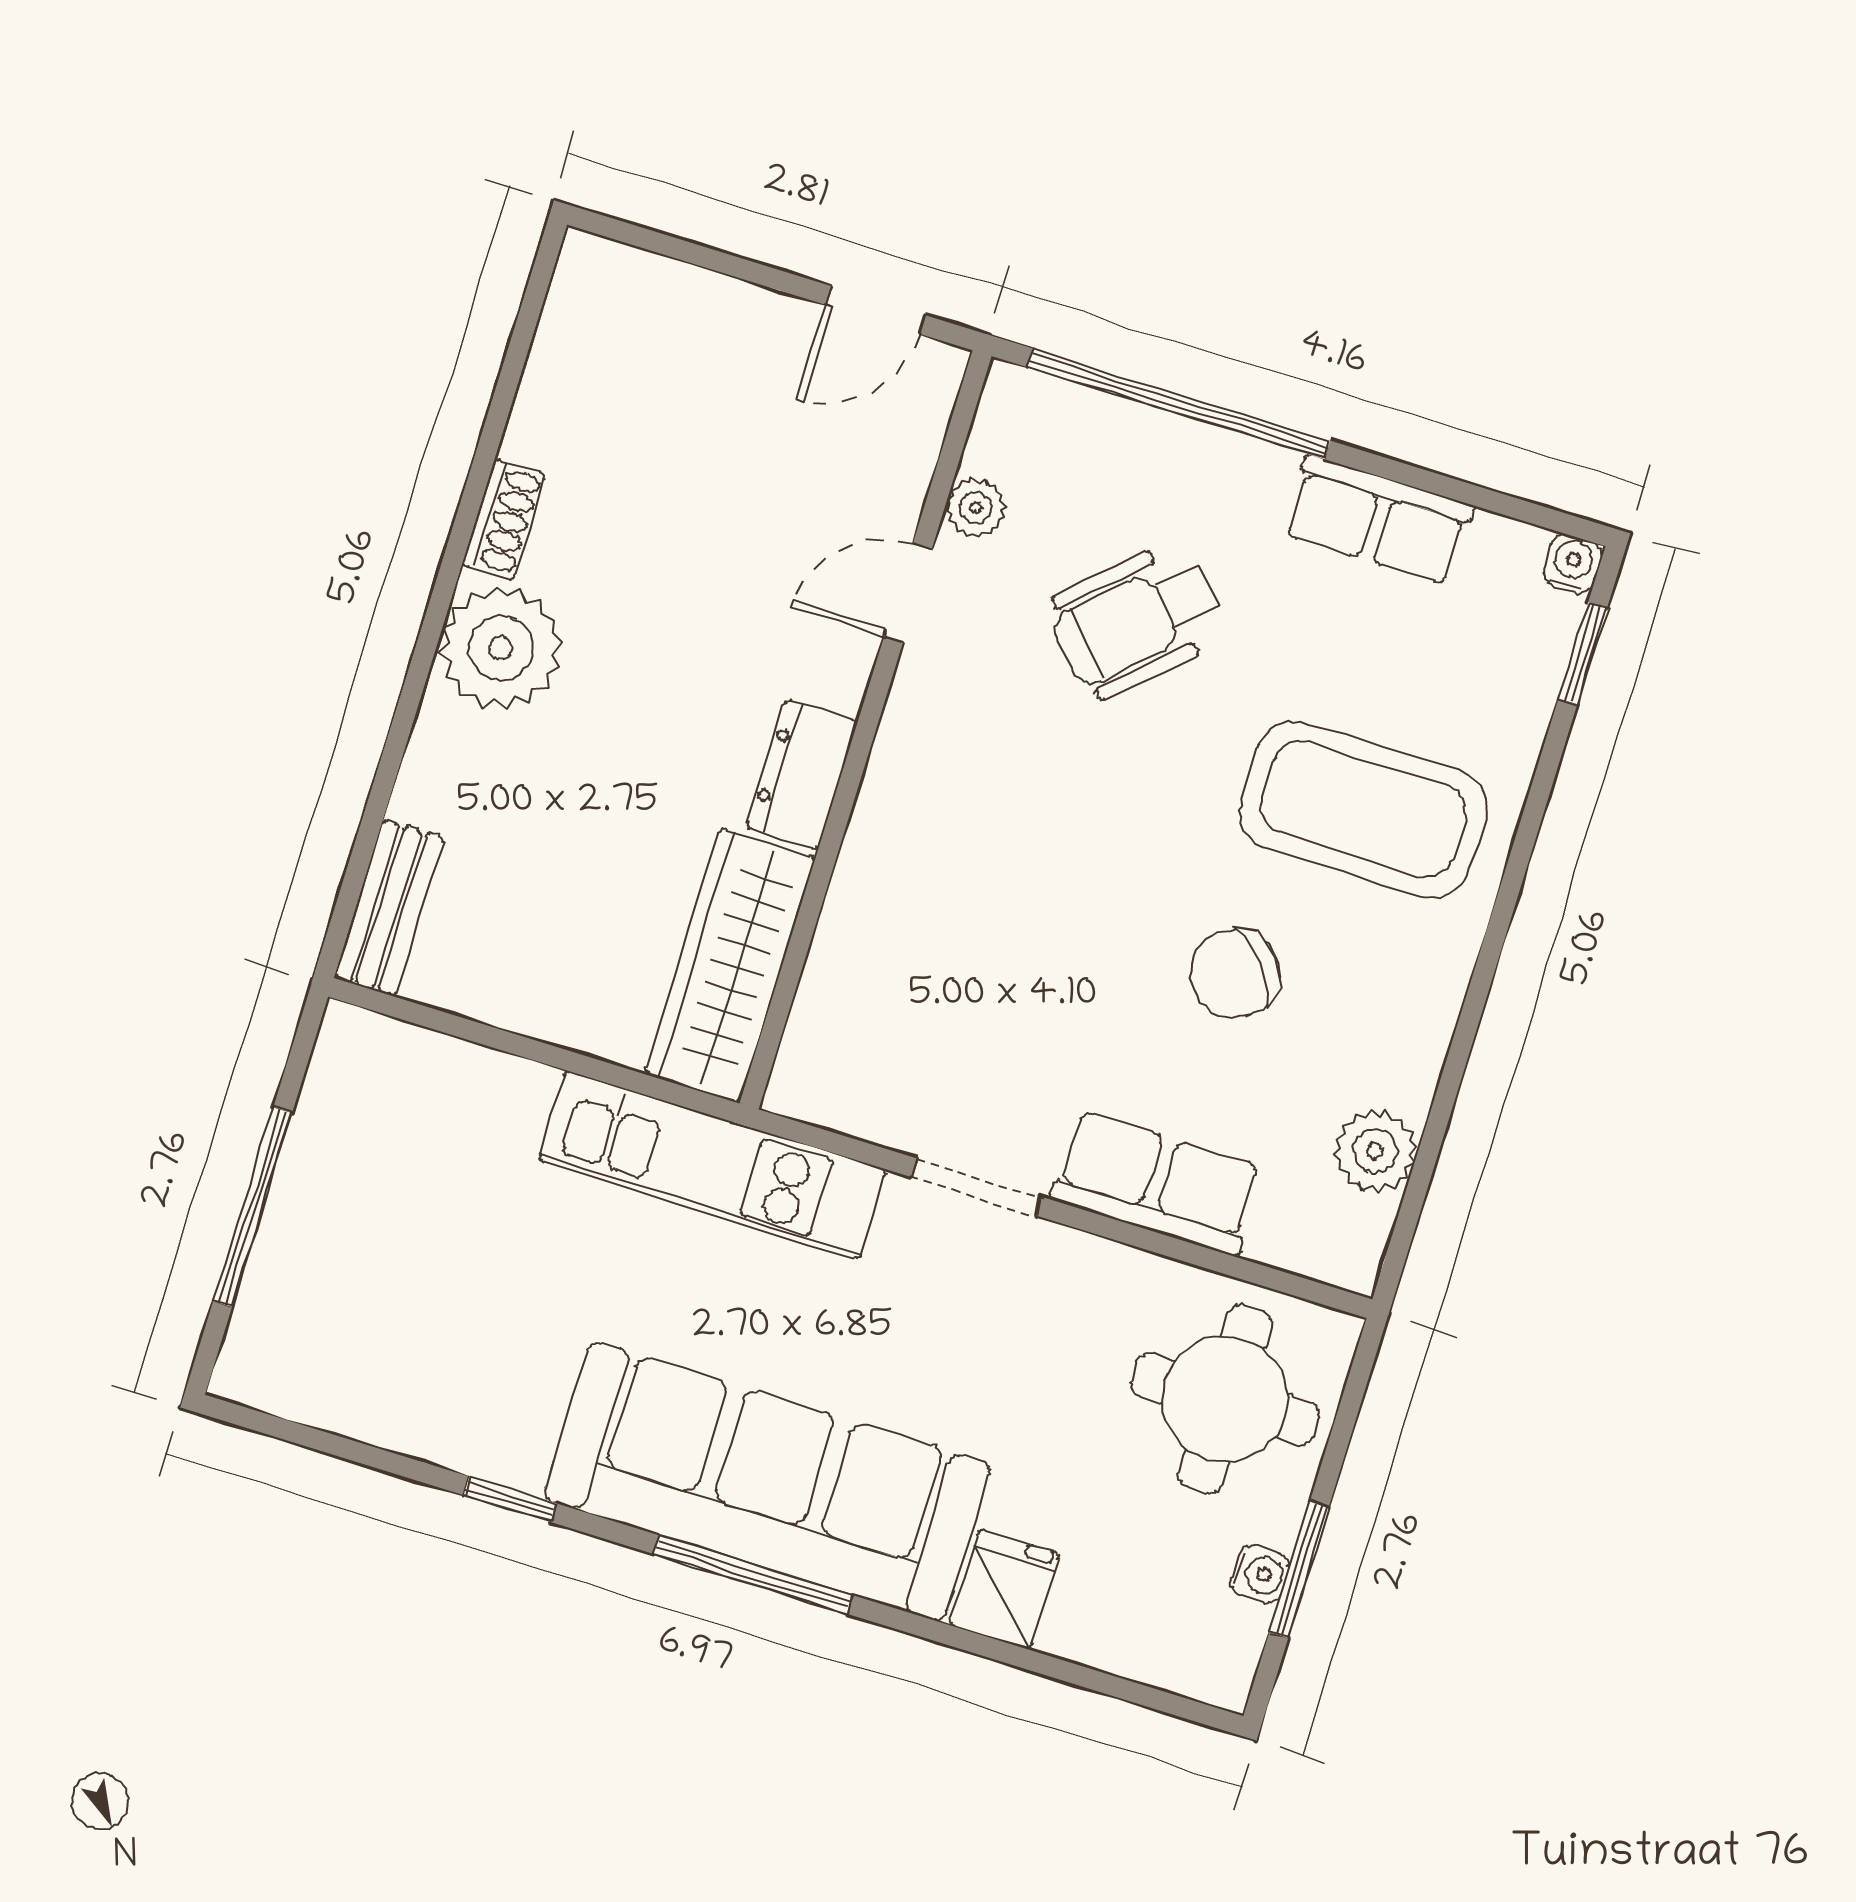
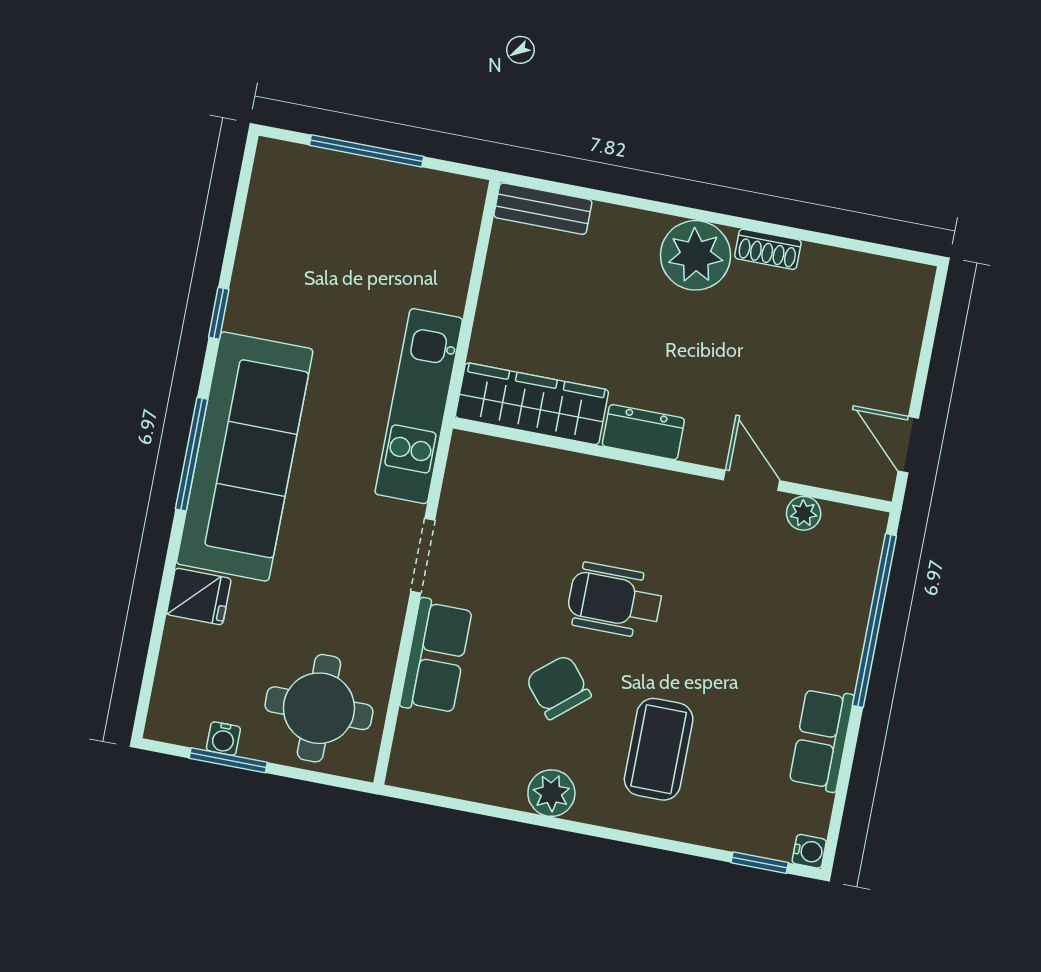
wheelchair: (1137, 620) -> (615, 600), moved, turned -47
coffee table: (1363, 809) -> (659, 749), width x0.73, depth x0.76
plant: (1375, 1151) -> (551, 793), moved

